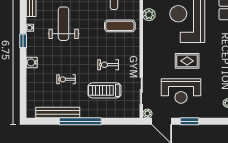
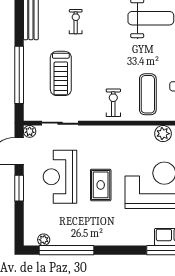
exercise bike: (108, 65) -> (113, 103), moved
treadmill: (104, 90) -> (61, 73), turned 180
window: (80, 121) -> (19, 75), moved

